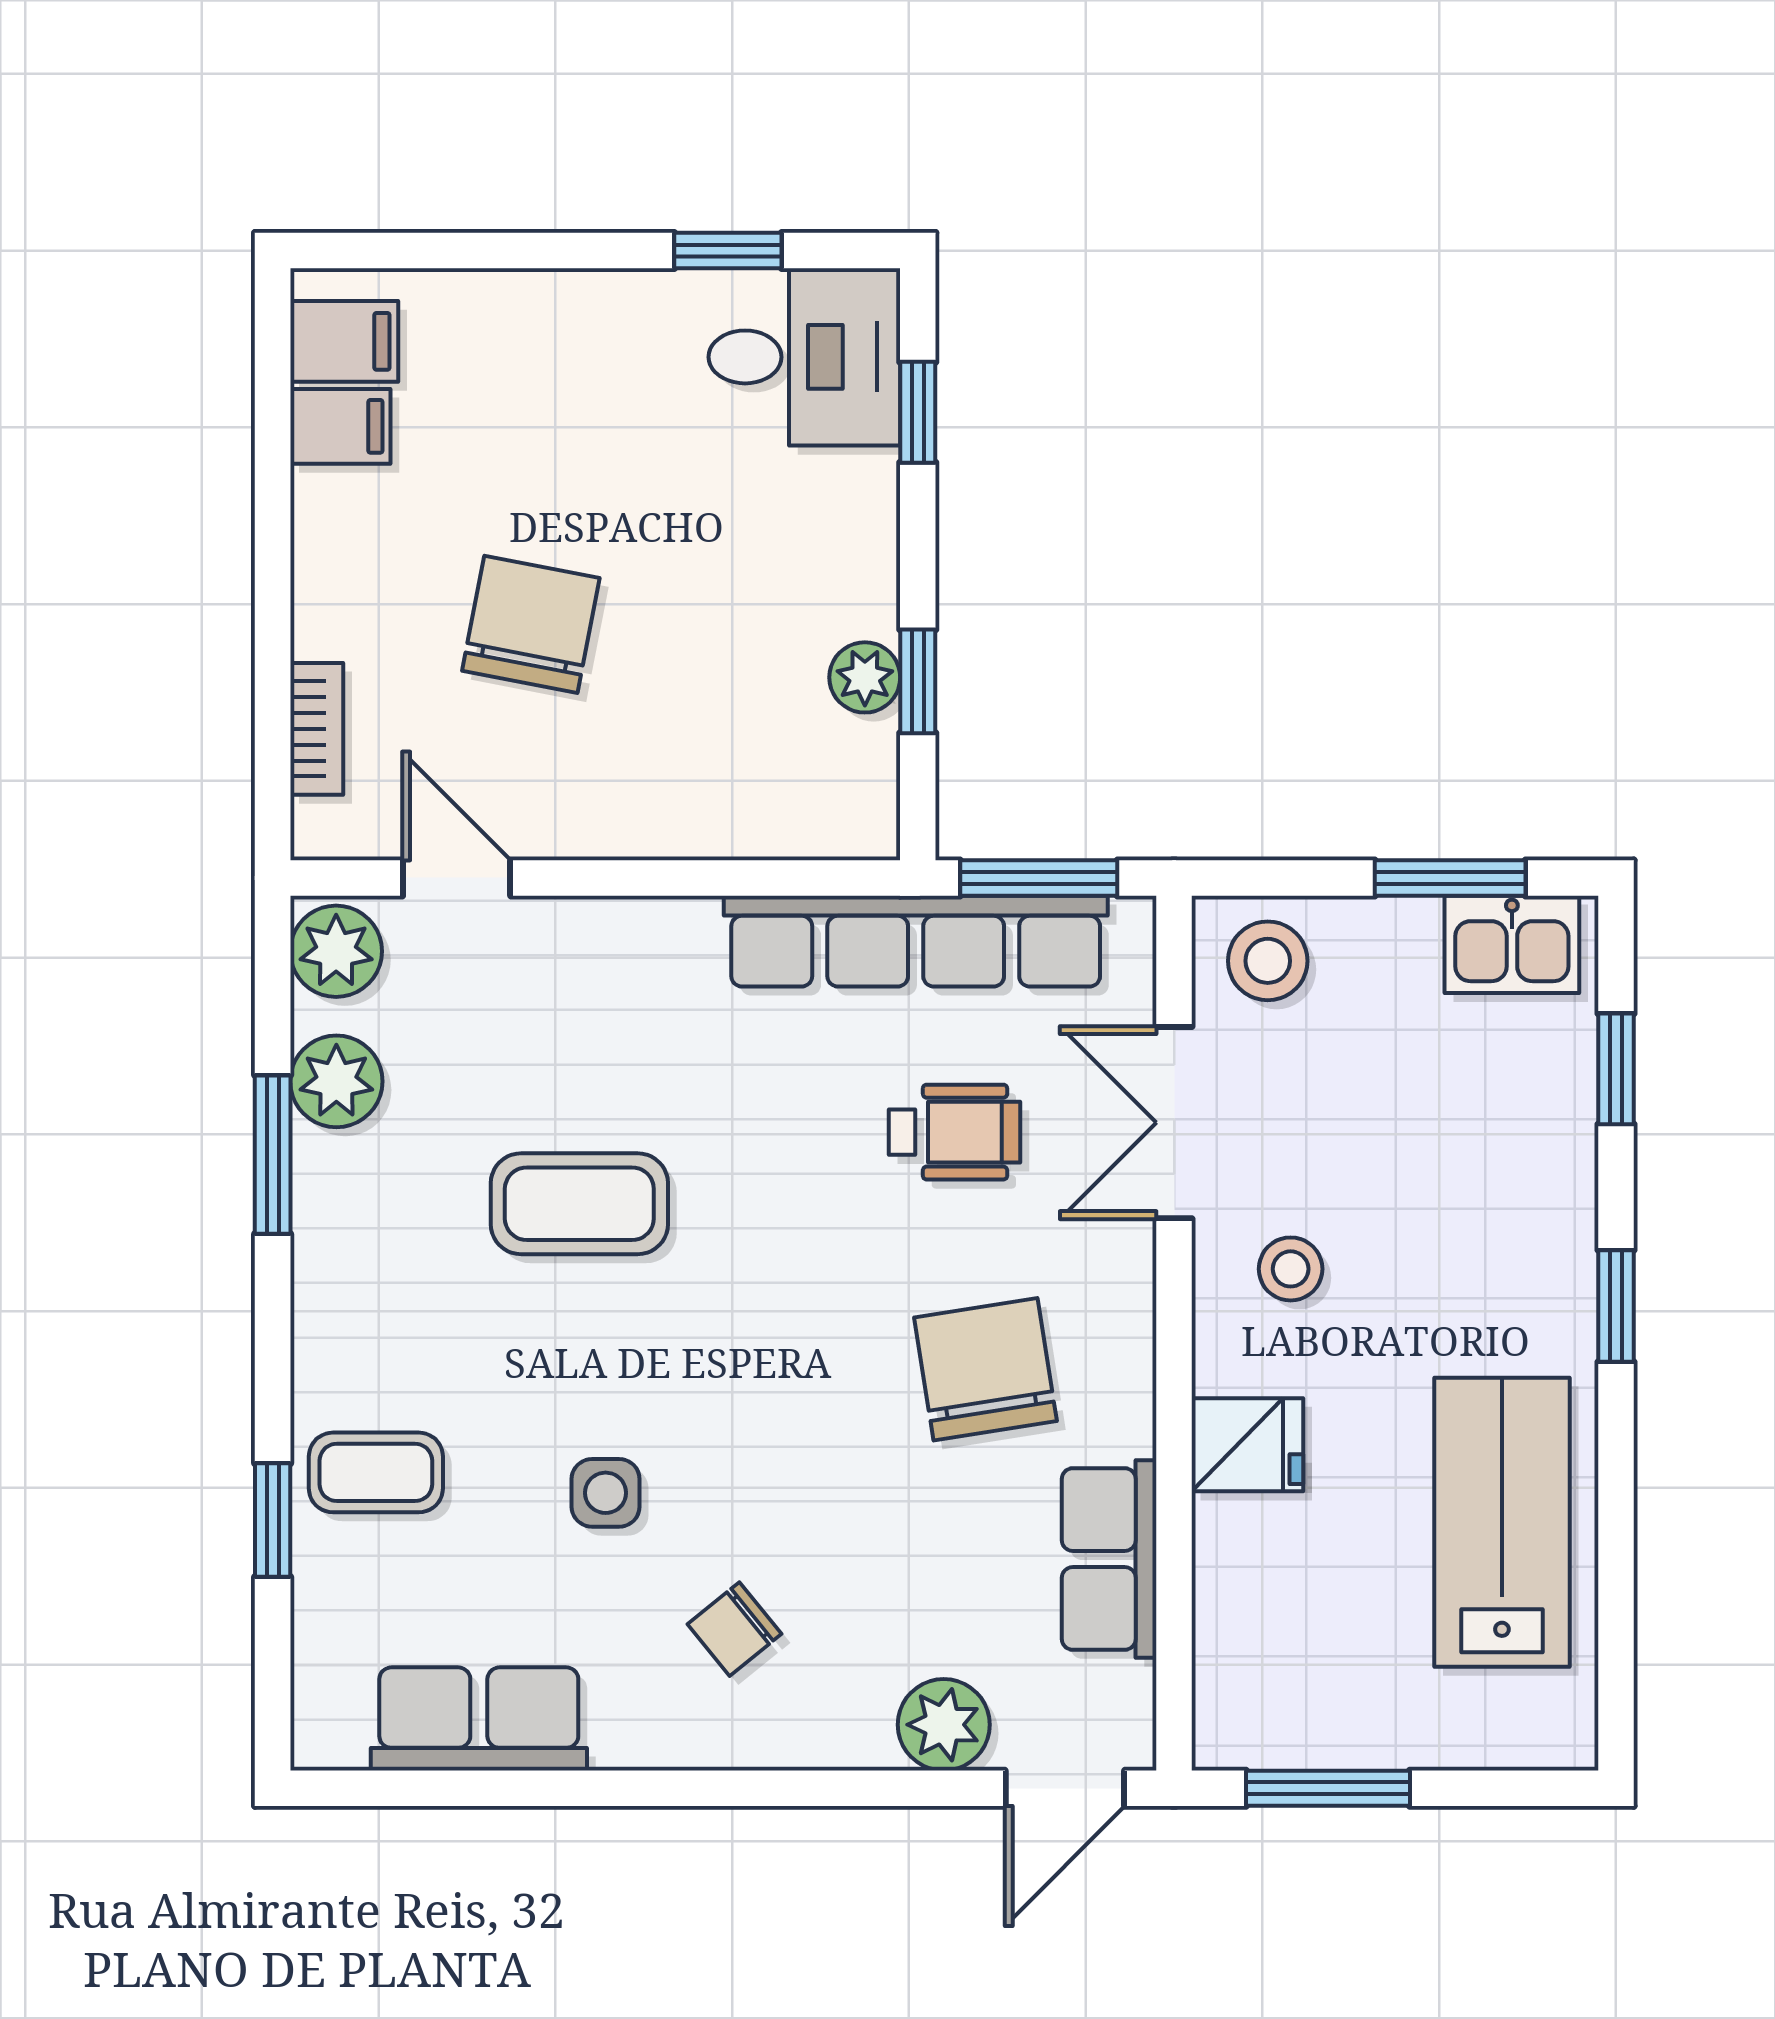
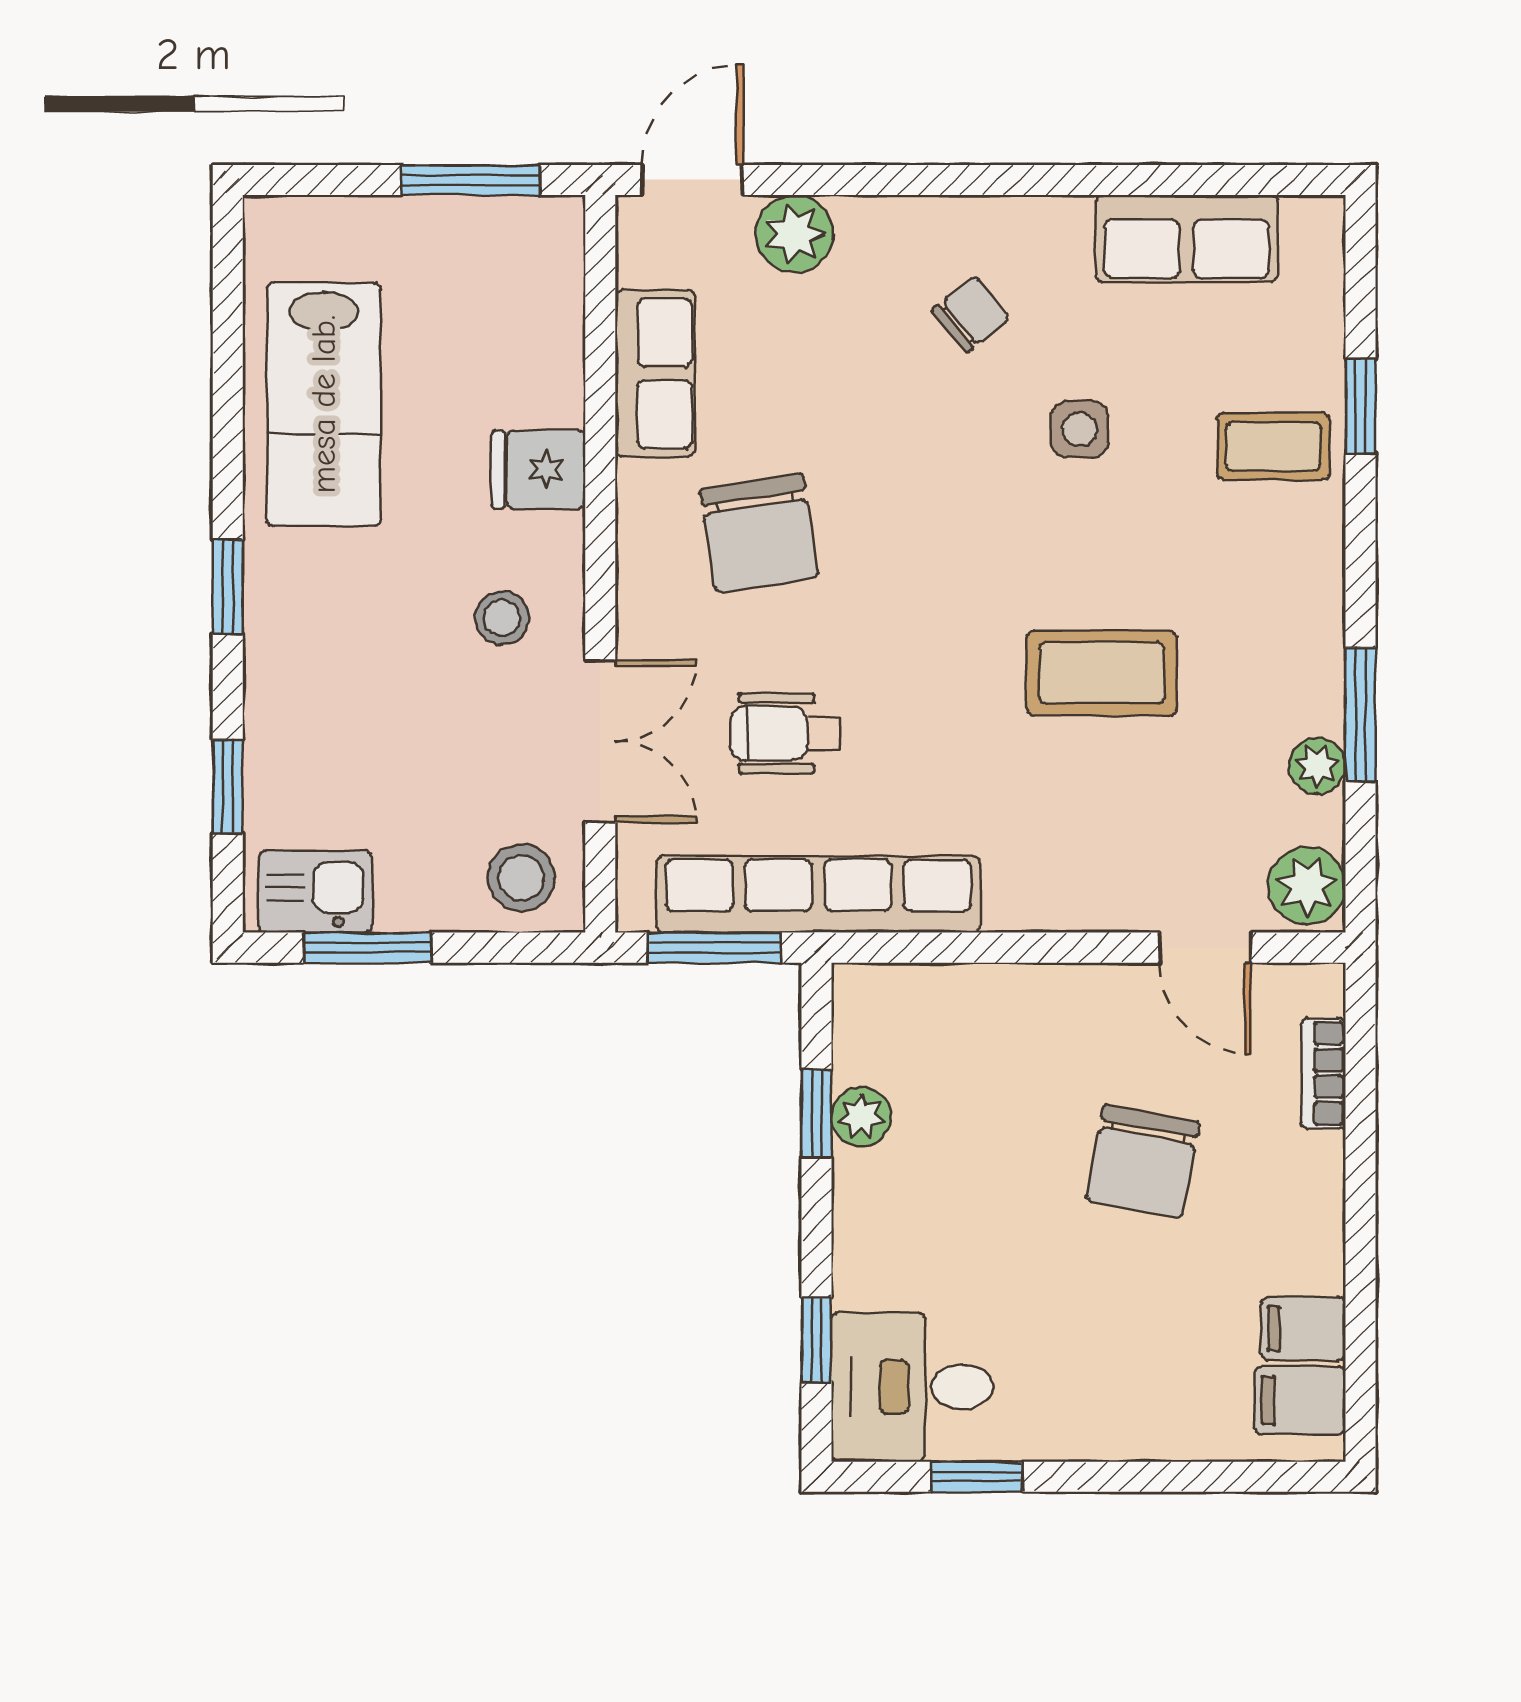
plant: (336, 1081) -> (1317, 766), width x0.73, depth x0.73

